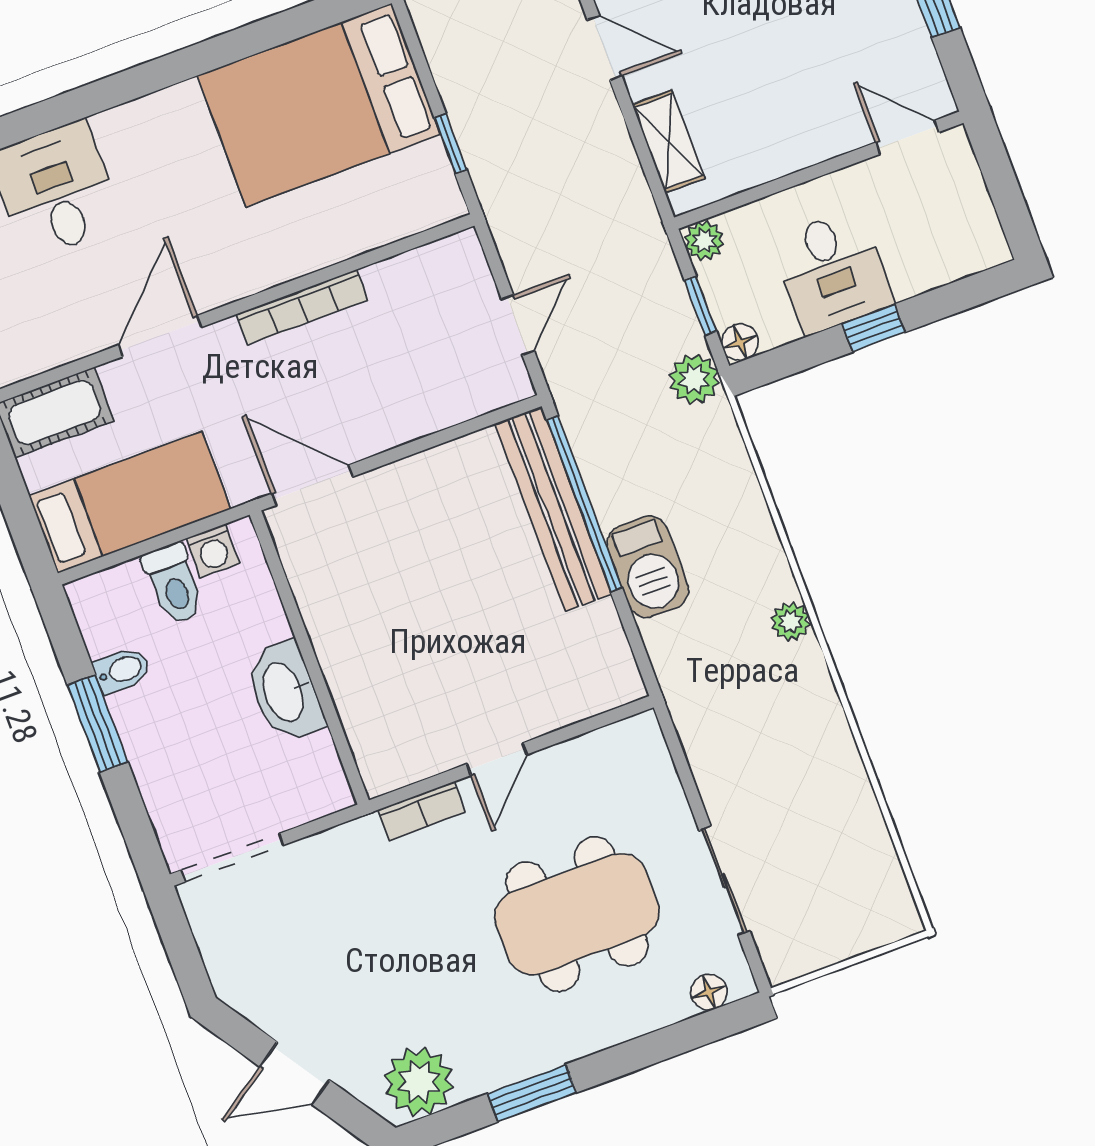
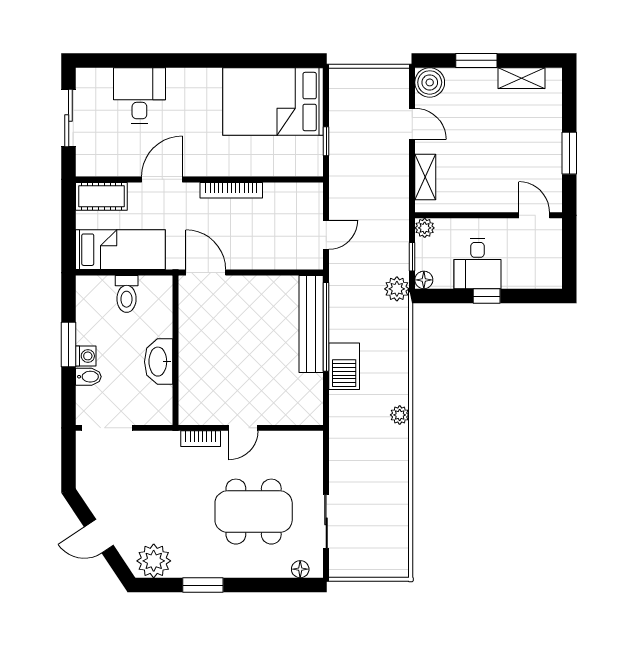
washing machine: (213, 551) -> (86, 356), moved, turned -90
bidet: (122, 670) -> (88, 377), moved

